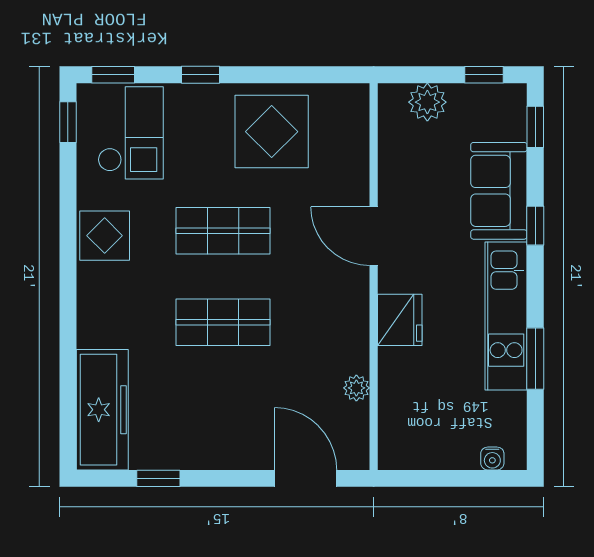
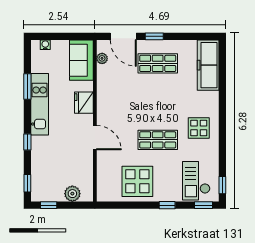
sofa: (499, 191) -> (81, 60), moved, turned 180
display table: (105, 236) -> (199, 128), moved
shop shelf: (223, 322) -> (158, 63), moved
plant: (356, 388) -> (102, 58), moved
window: (158, 478) -> (154, 36), moved

